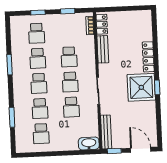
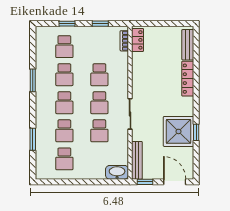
bench: (103, 49) -> (188, 45), moved
shower: (141, 87) -> (178, 131), moved
window: (157, 87) -> (196, 132), moved

